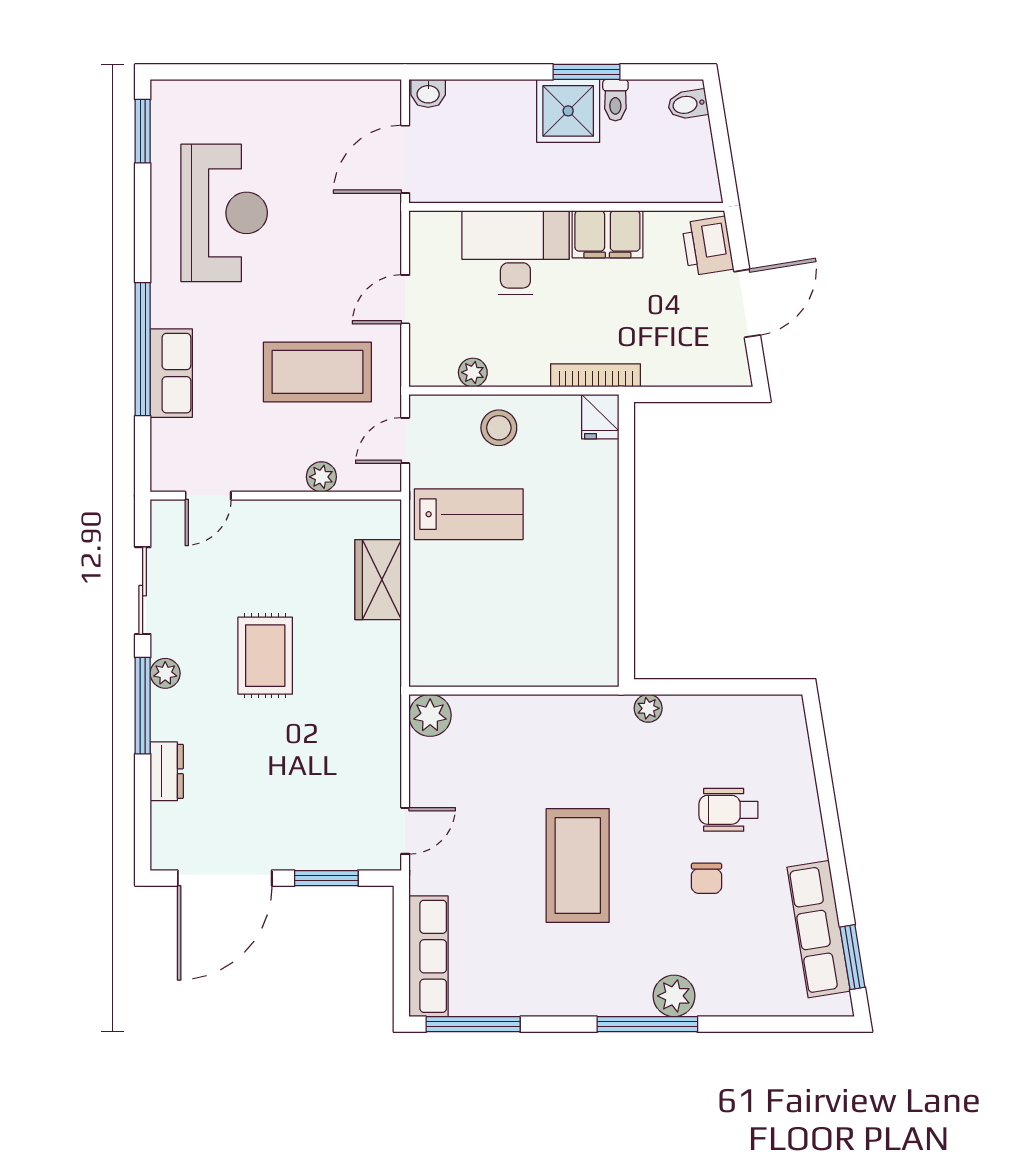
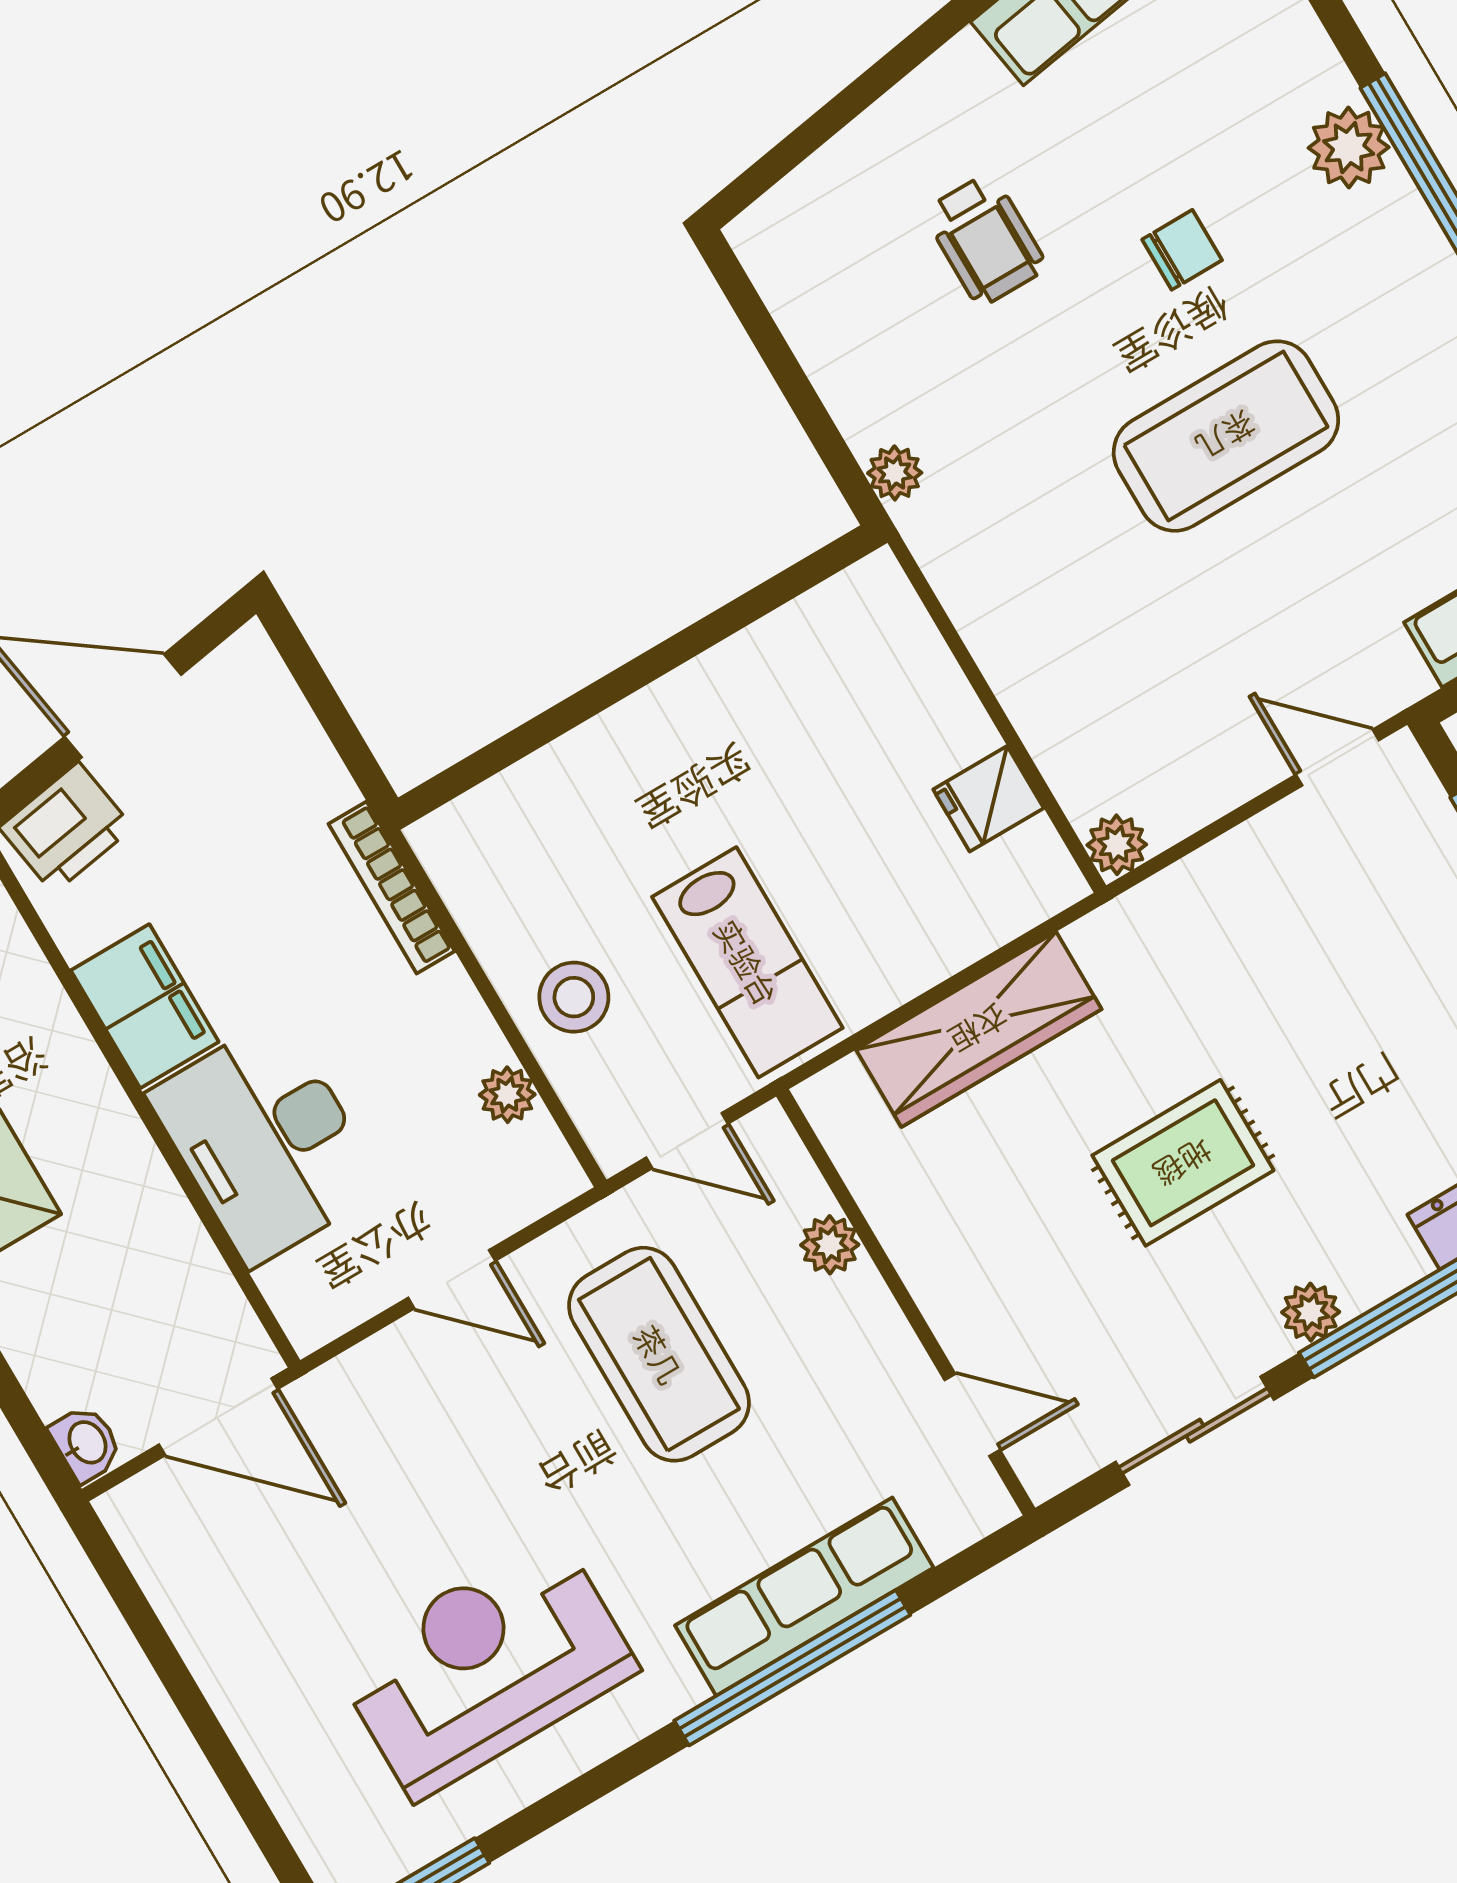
row of seats: (171, 373) -> (804, 1597), width x1.48
fridge: (600, 417) -> (988, 799), moved, turned 180
lab bench: (469, 514) -> (747, 962), turned 180
wardrobe: (378, 580) -> (979, 1029), width x1.50
plant: (430, 715) -> (1117, 845), width x0.73, depth x0.73
chair: (707, 878) -> (1182, 250), moved

